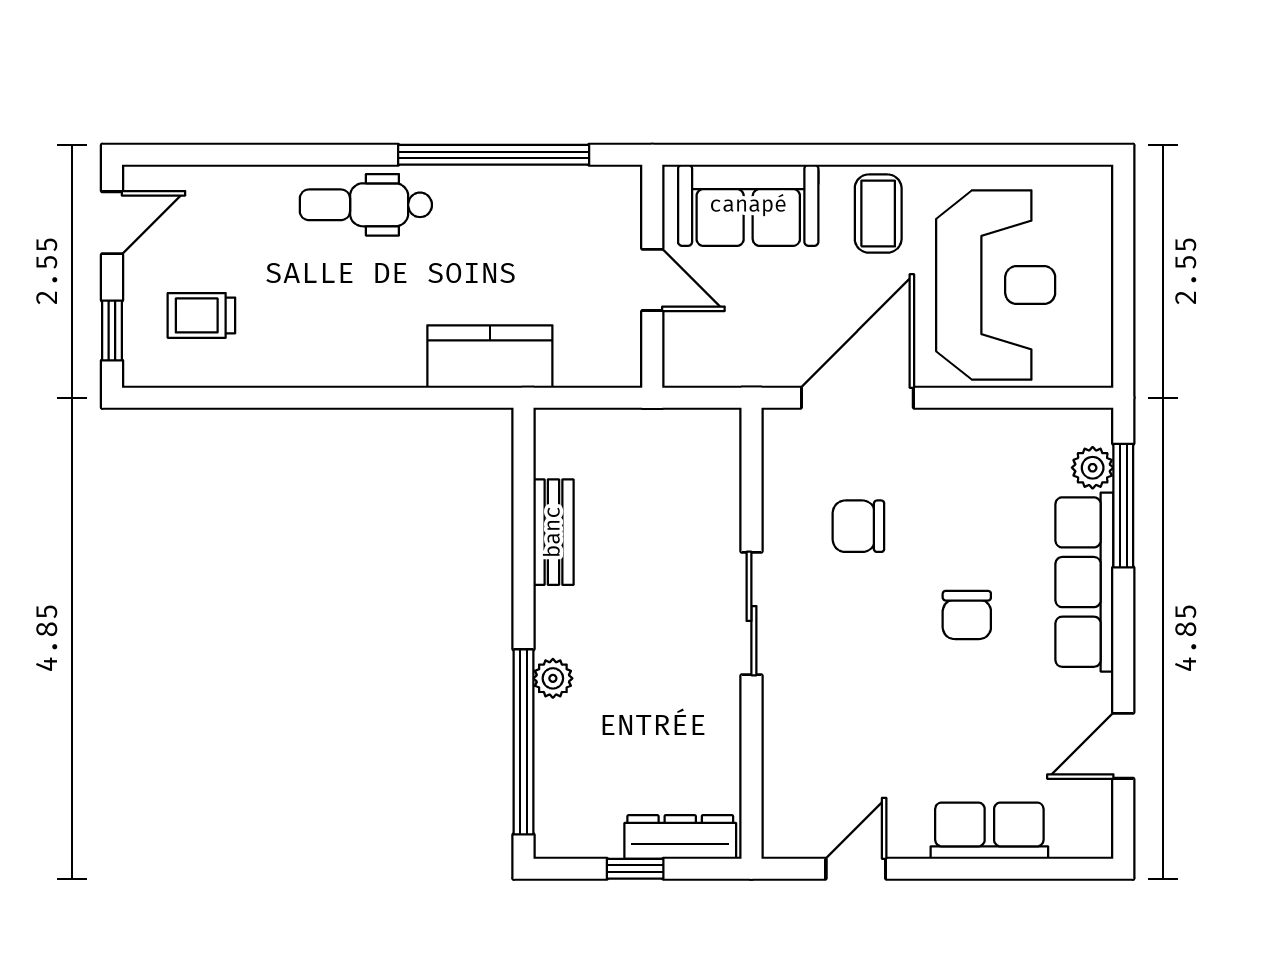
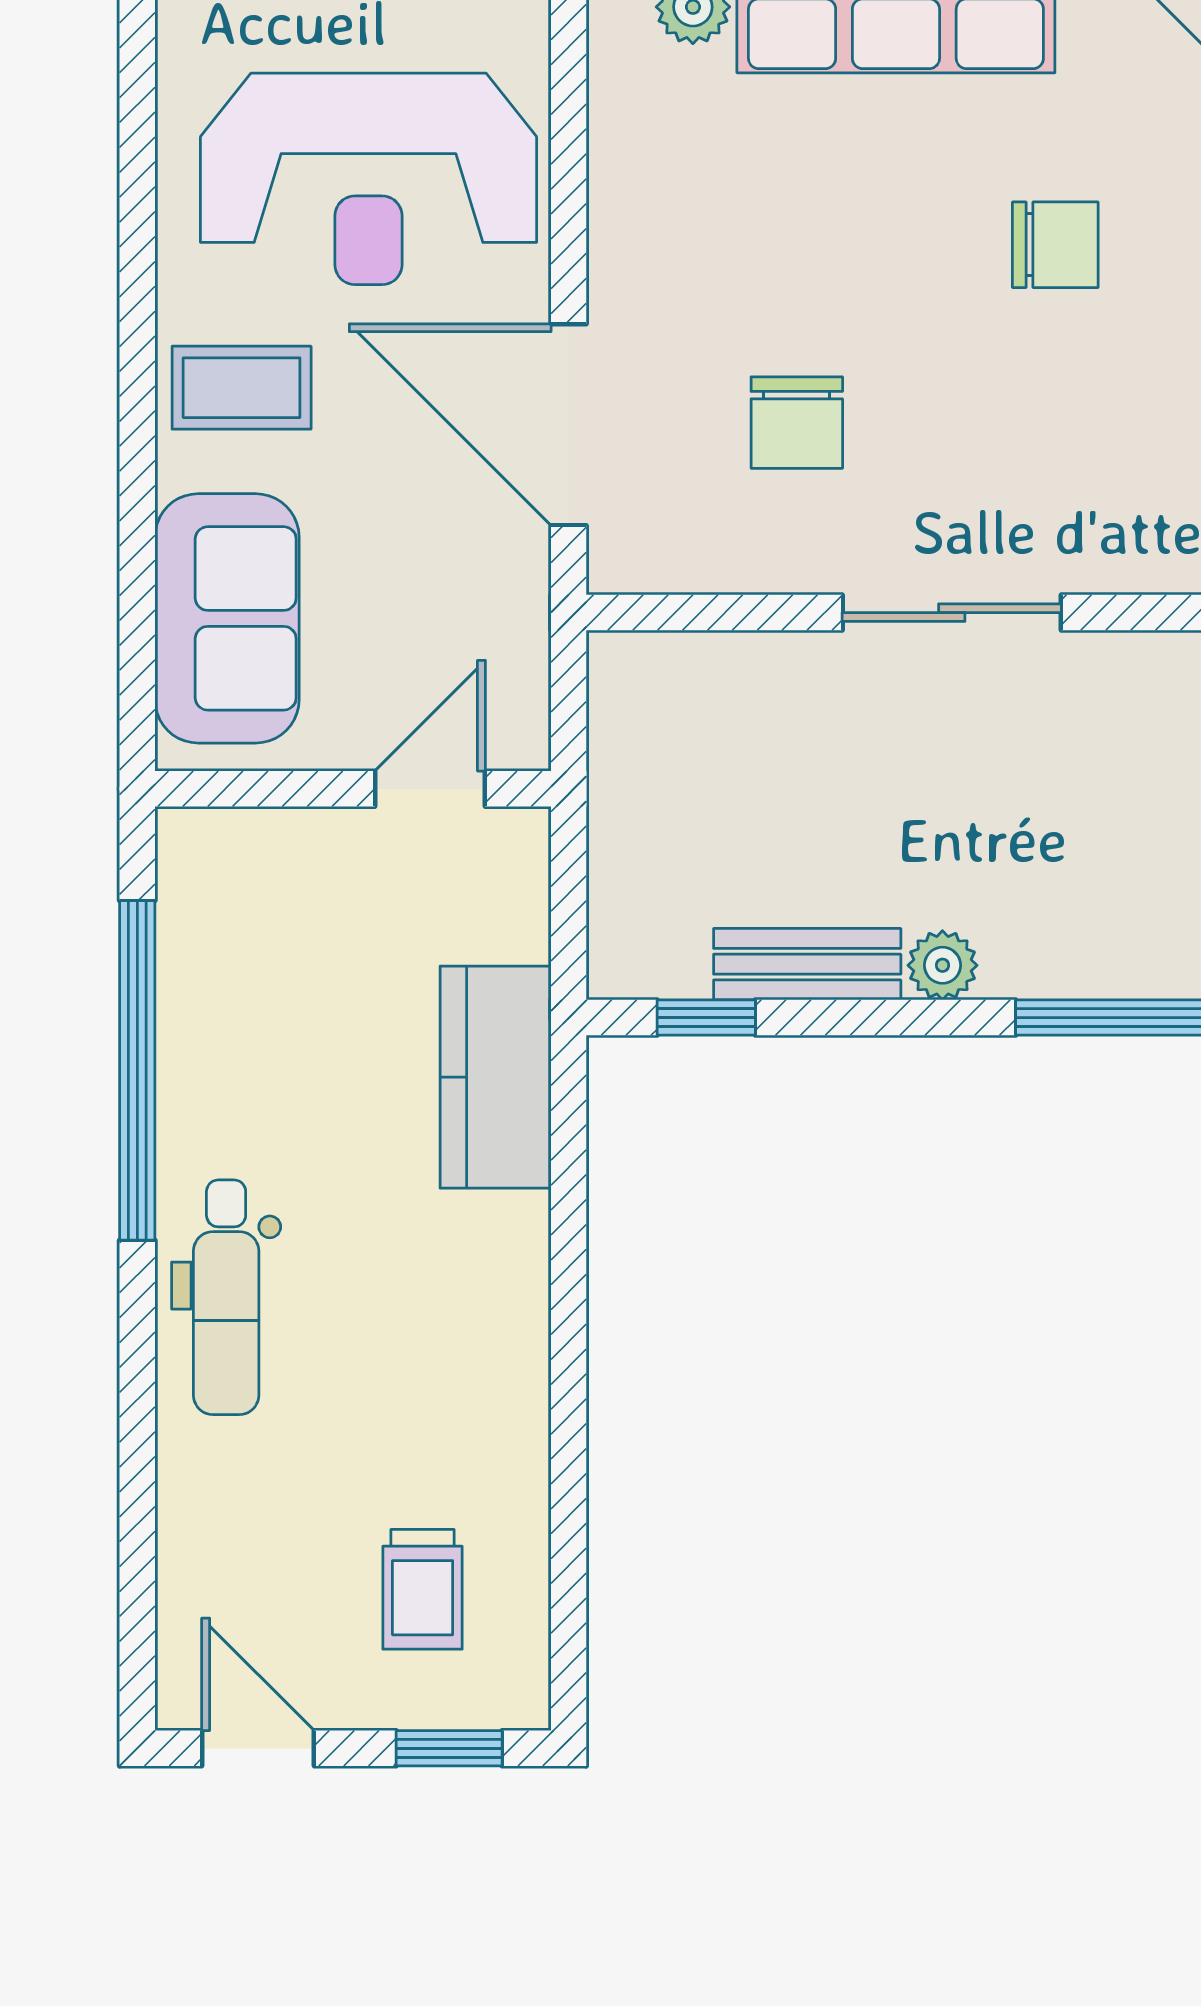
door: (652, 280) -> (430, 789), moved
reception desk: (996, 285) -> (368, 179), turned 180
window: (523, 475) -> (706, 1018), added
chair: (967, 615) -> (1055, 245), moved
plant: (553, 678) -> (942, 965), moved

